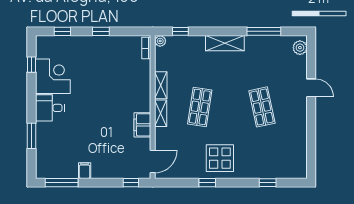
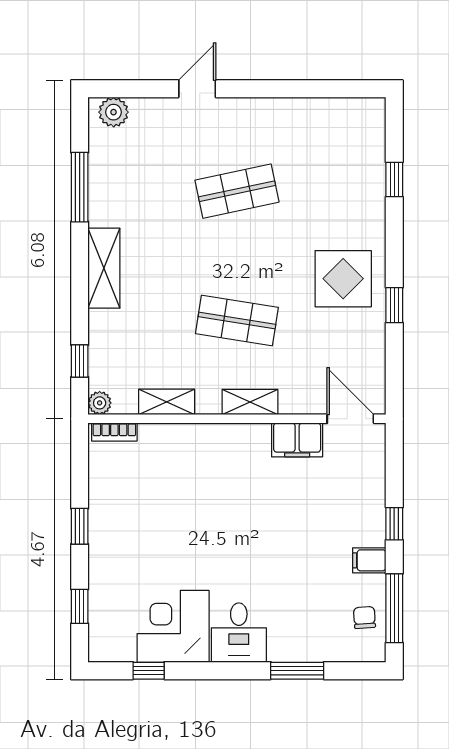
shelving: (161, 85) -> (167, 402), moved
filing cabinet: (142, 125) -> (297, 440), moved
chair: (57, 168) -> (364, 617), added
window: (131, 183) -> (394, 524), moved

